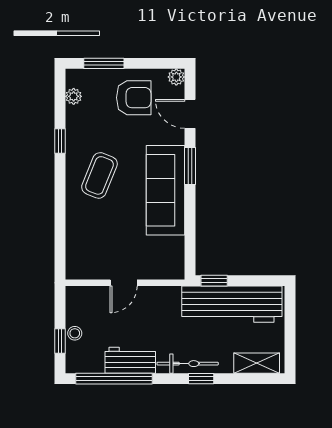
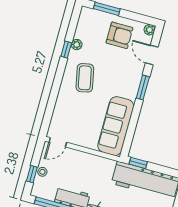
plant: (74, 96) -> (77, 45), moved
coffee table: (99, 175) -> (85, 78), turned -34
sofa: (166, 190) -> (116, 126), moved
door: (124, 283) -> (58, 142), moved

